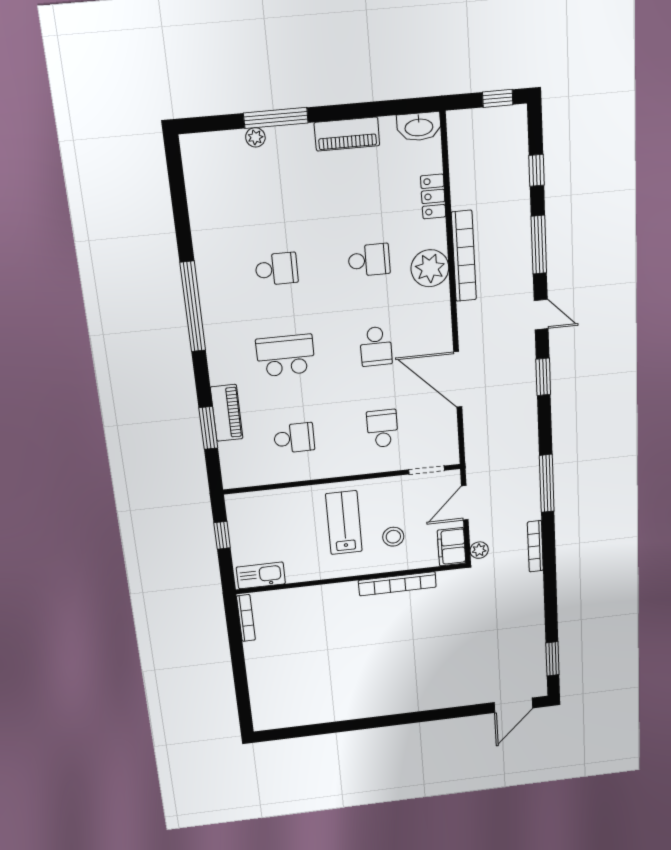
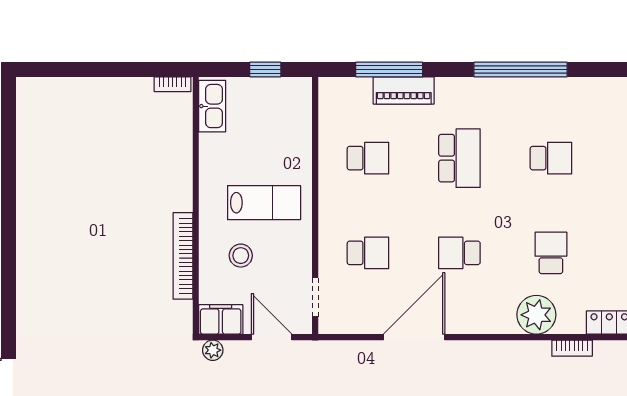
bookcase: (464, 256) -> (572, 348), width x0.43, depth x0.76
school desk: (369, 260) -> (551, 253), turned 180
school desk: (277, 269) -> (551, 158), turned -90
window: (208, 428) -> (389, 70), width x1.44
school desk: (294, 438) -> (368, 158), turned -90
bookcase: (246, 618) -> (173, 84), width x0.64

